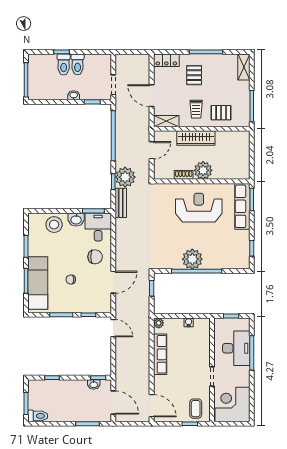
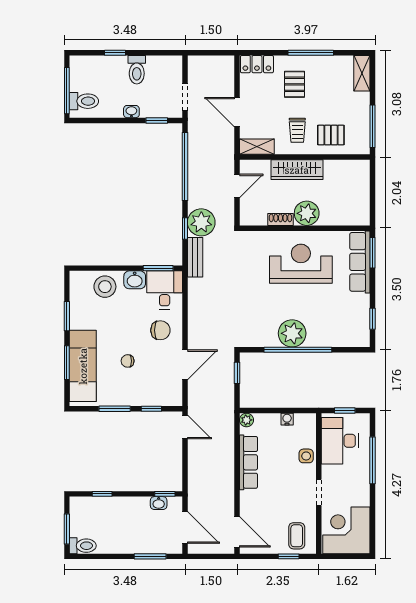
toilet: (64, 64) -> (84, 101), moved, turned -90
desk: (236, 348) -> (340, 441), moved, turned 180
side table: (203, 350) -> (306, 456), added

